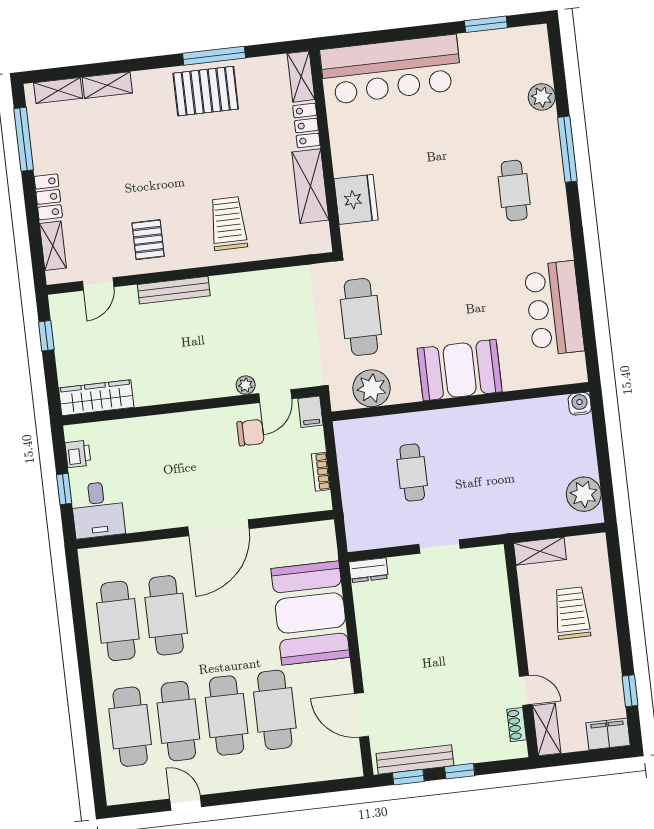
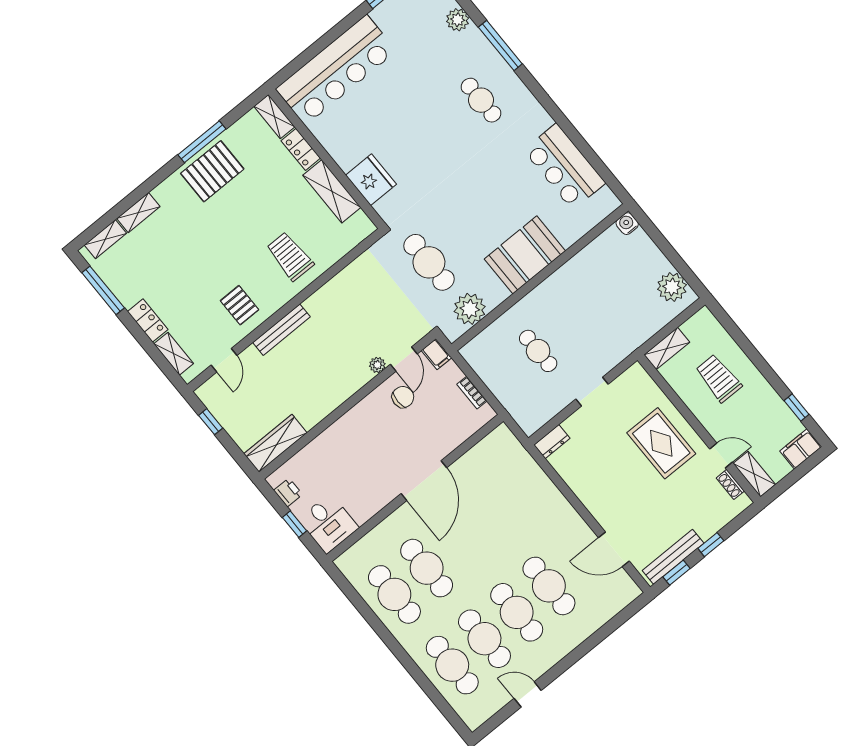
booth: (310, 613) -> (530, 499), removed
rug: (475, 641) -> (661, 443), added

